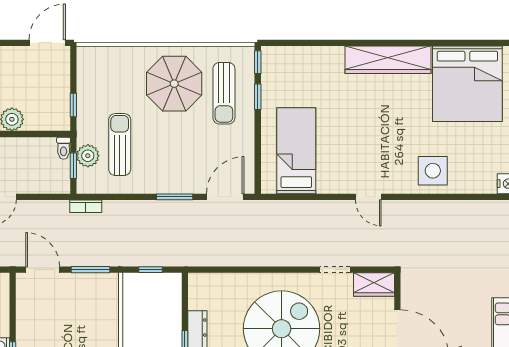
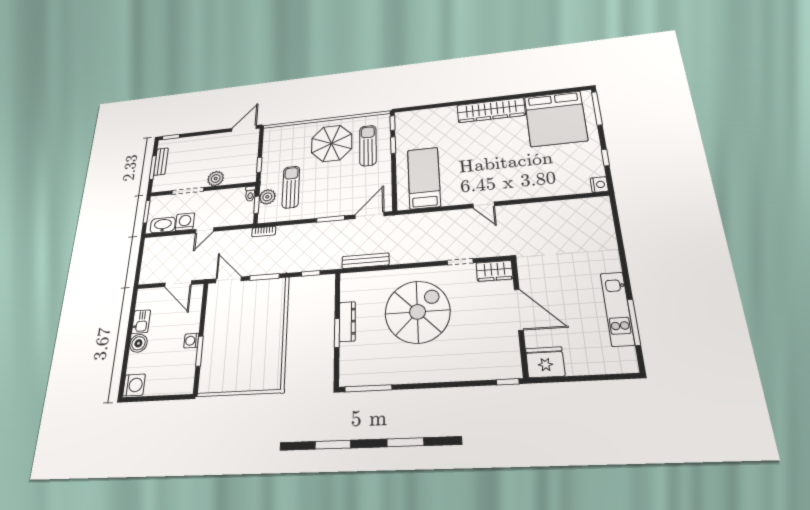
sun lounger: (224, 93) -> (368, 146), turned 180
side table: (433, 171) -> (535, 181), removed
bench: (220, 258) -> (365, 261), added

